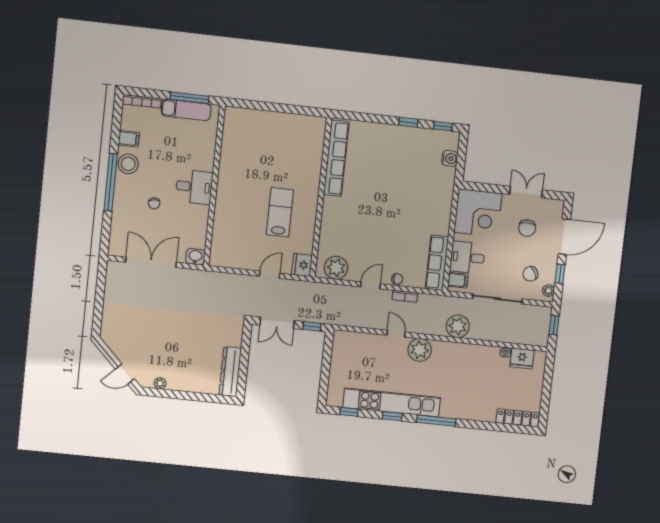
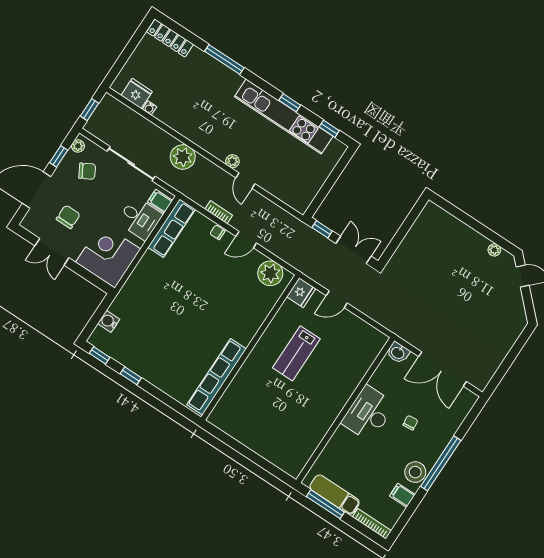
desk: (194, 187) -> (368, 413), width x1.37
plant: (420, 350) -> (232, 161), width x0.53, depth x0.53
dresser: (230, 372) -> (422, 226), removed
window: (436, 421) -> (224, 60), moved

